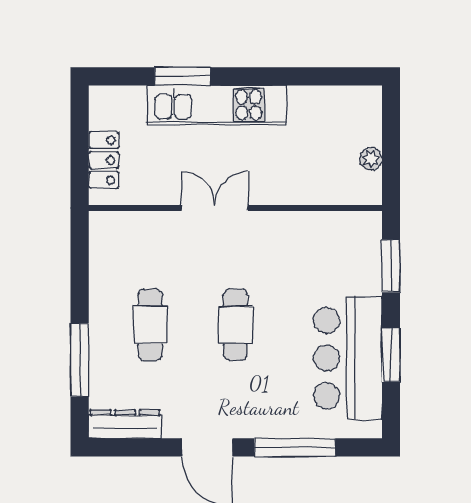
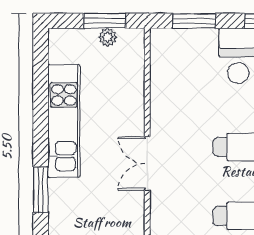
kitchen unit: (216, 105) -> (64, 121), moved
window: (391, 155) -> (105, 21), added

